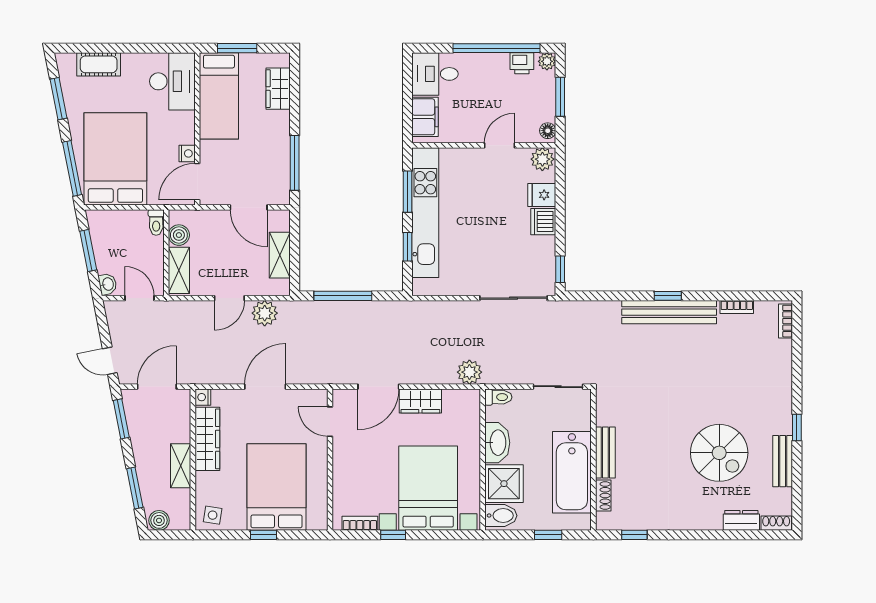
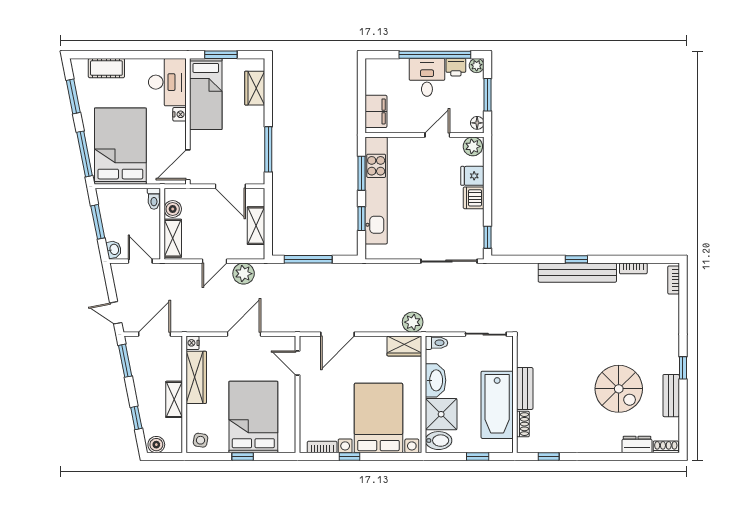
desk: (435, 74) -> (427, 77), moved, turned 90
nightstand: (187, 153) -> (179, 114), moved
wardrobe: (420, 401) -> (404, 346), moved
window: (135, 488) -> (136, 418), width x0.67

